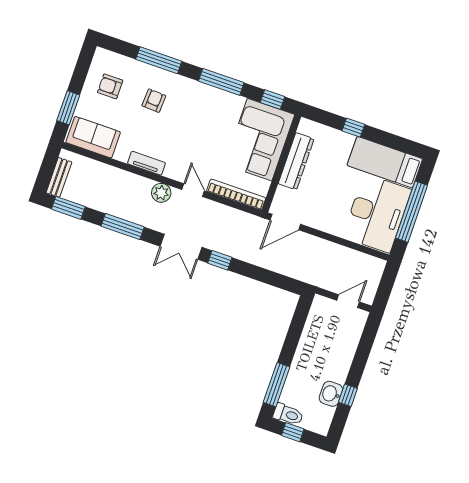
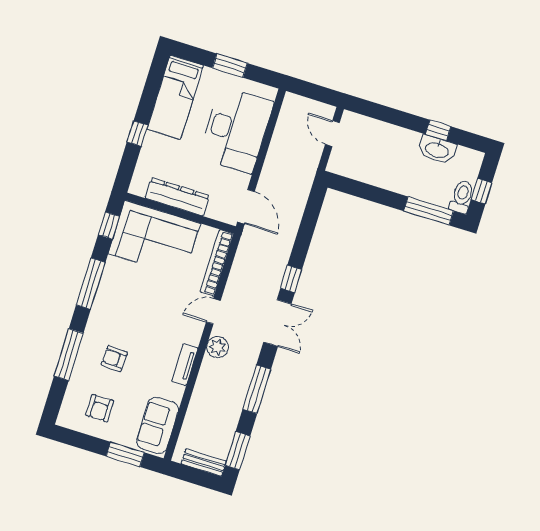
window: (411, 212) -> (230, 66), width x0.47
desk: (377, 213) -> (236, 130), moved, turned 90
washbasin: (331, 394) -> (437, 150), width x1.38

